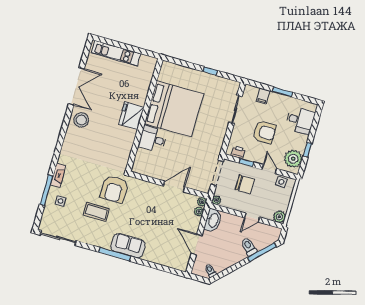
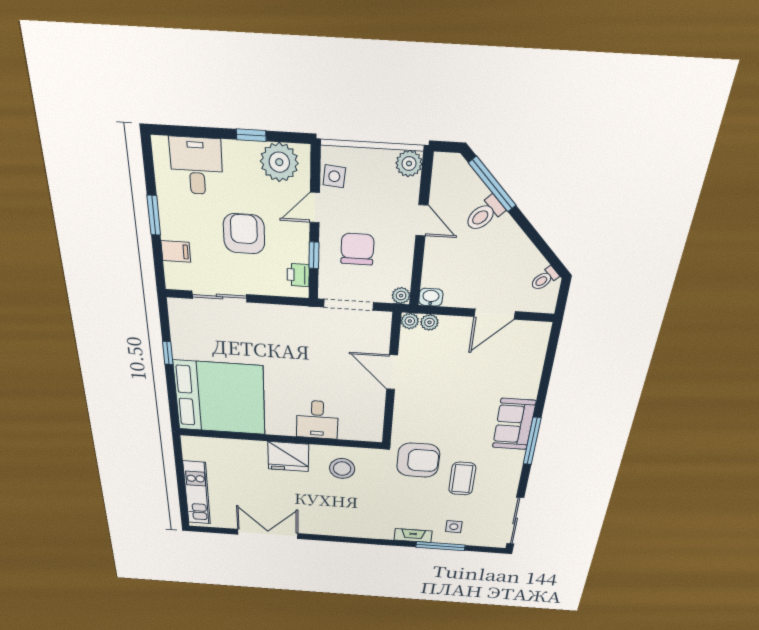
bed: (174, 109) -> (220, 398), moved, turned 90
stool: (81, 120) -> (342, 469), moved
washbasin: (213, 220) -> (431, 297), width x0.52, depth x0.69

